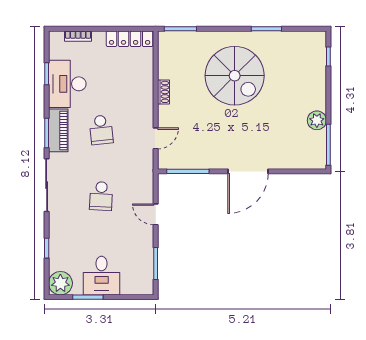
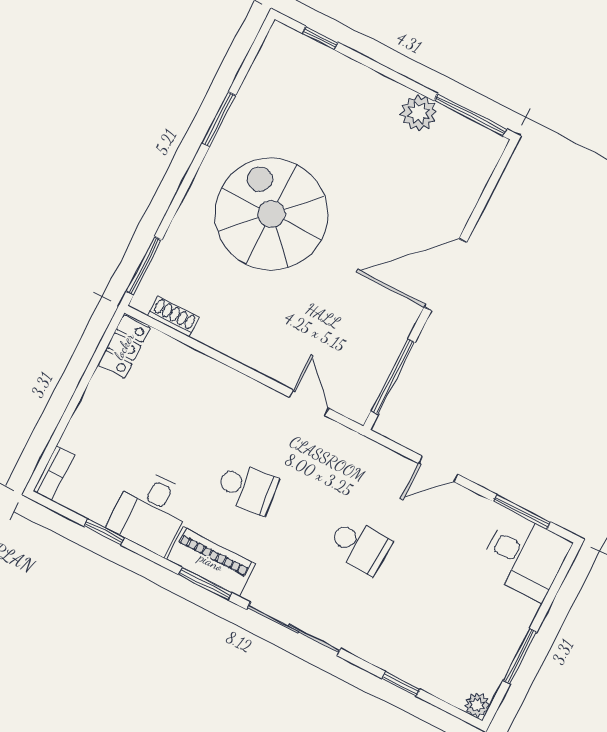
bookcase: (78, 36) -> (54, 473), moved
locker: (130, 39) -> (124, 346), width x0.66
spiral stairs: (235, 76) -> (271, 214), turned -90
desk: (67, 84) -> (150, 511), width x0.73
shoe rack: (164, 92) -> (173, 317), moved
door: (248, 171) -> (445, 275), swing flipped
desk: (102, 276) -> (525, 556), moved
plant: (60, 283) -> (477, 705), width x0.53, depth x0.53

